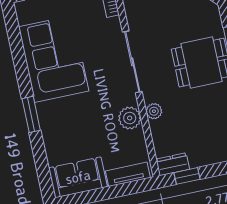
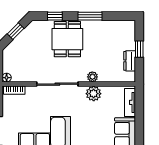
dresser: (173, 164) -> (130, 61), moved
window: (187, 176) -> (139, 49), moved

